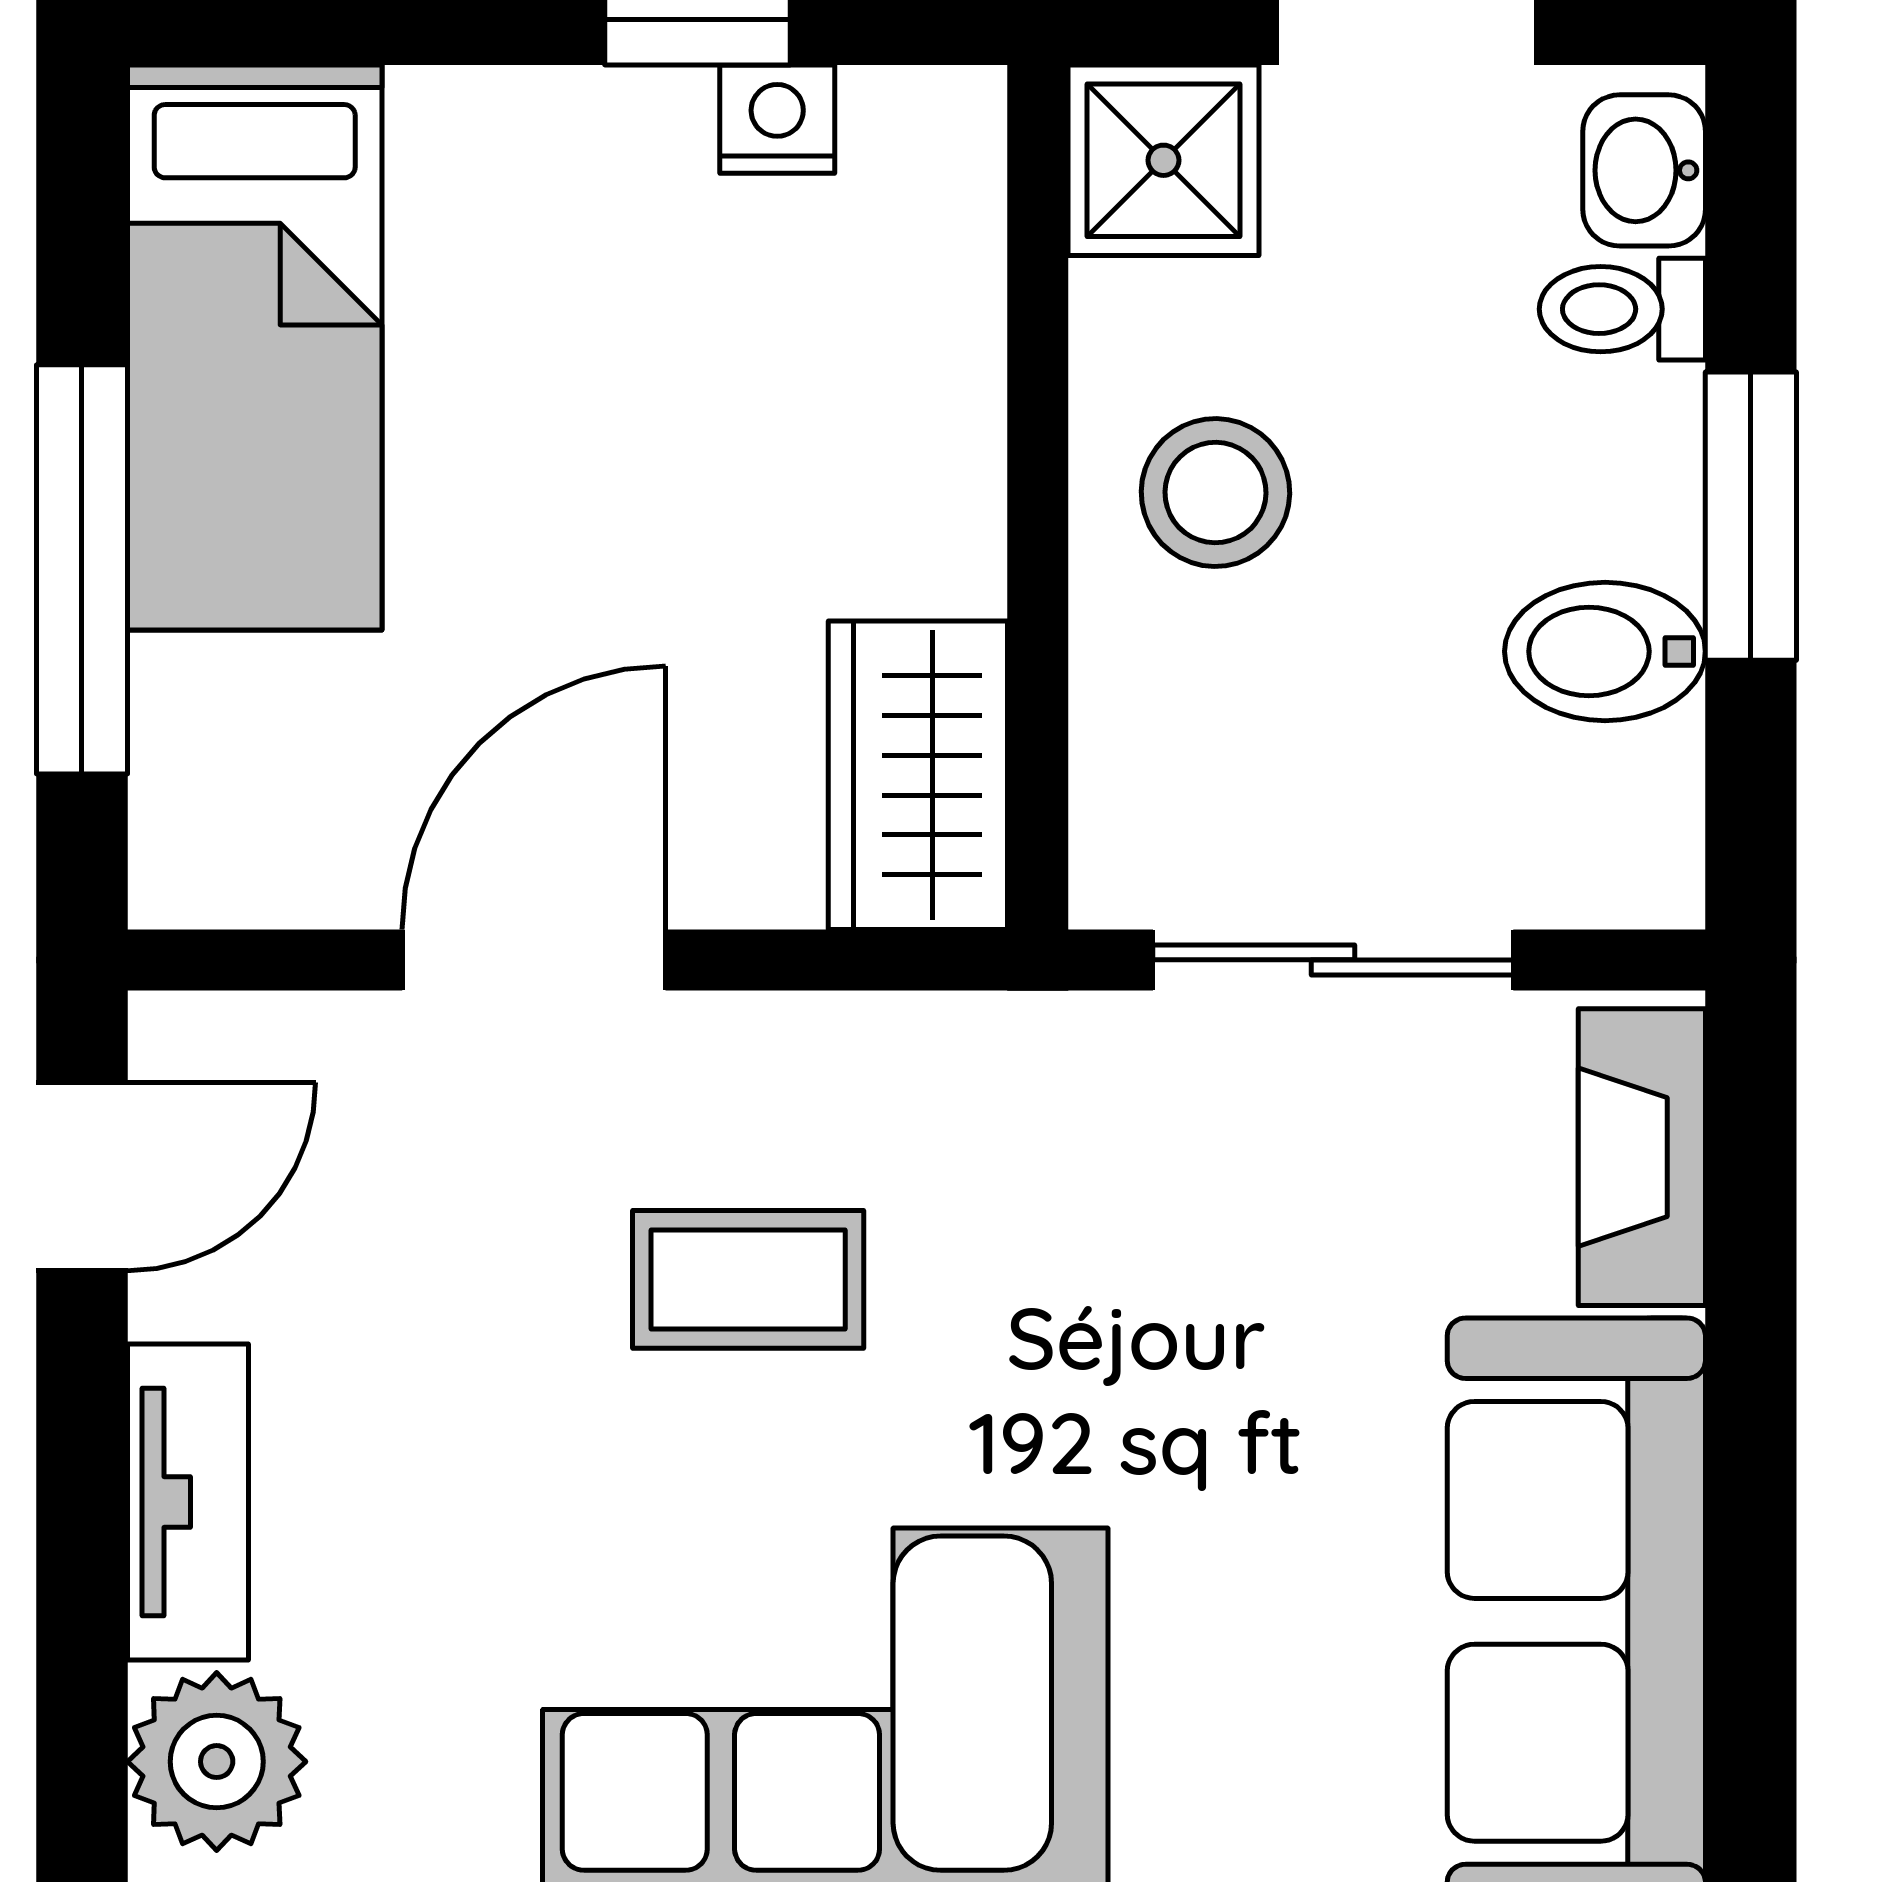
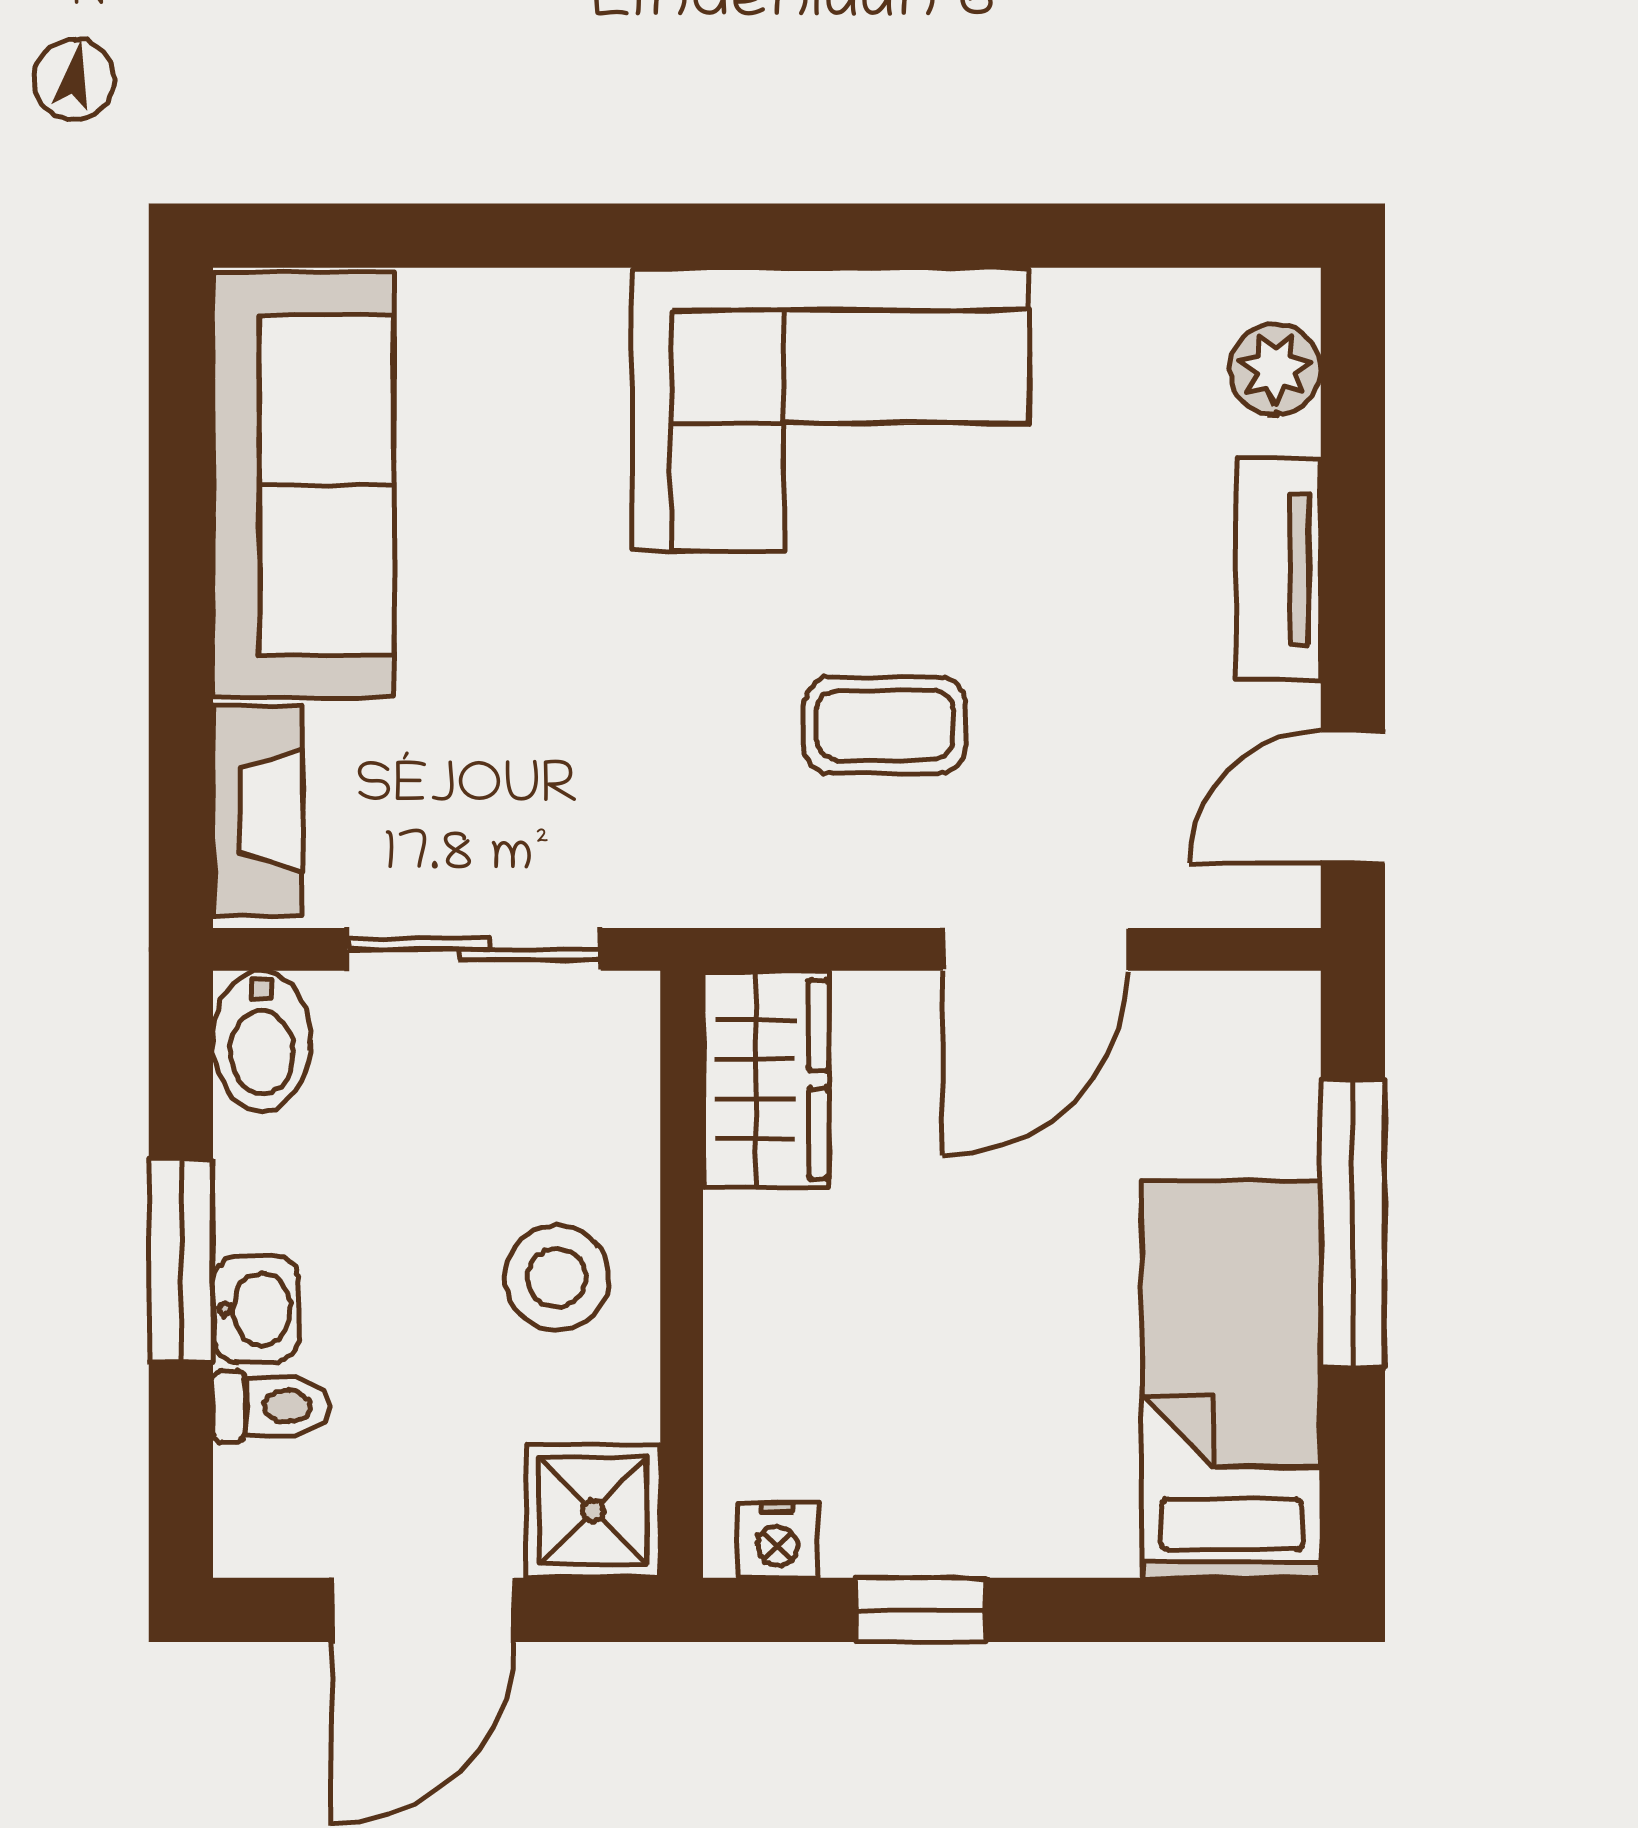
nightstand: (777, 119) -> (777, 1540), moved
washbasin: (1644, 170) -> (256, 1309), moved
bidet: (1605, 651) -> (262, 1041), moved, turned 90
plant: (217, 1762) -> (1275, 369), width x0.73, depth x0.73

